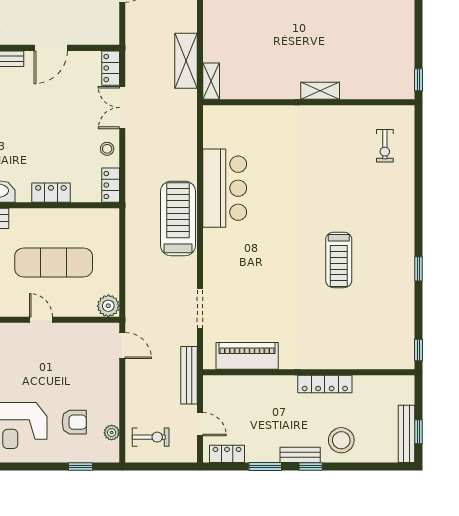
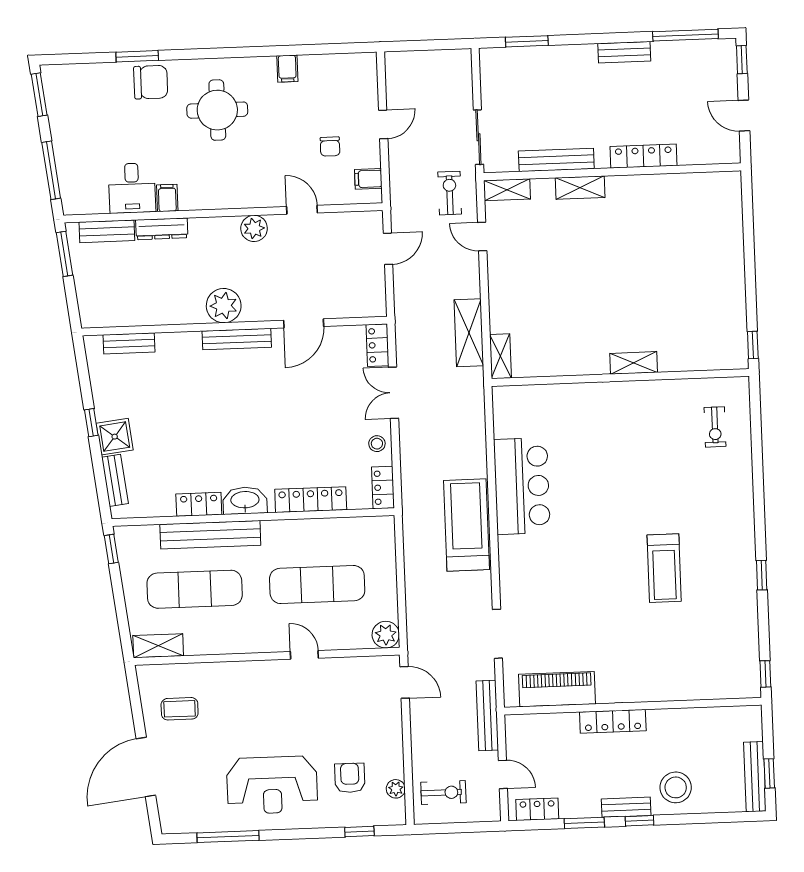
locker: (51, 193) -> (311, 500), width x1.53
locker: (325, 384) -> (613, 721), moved
armchair: (74, 422) -> (350, 778), turned -90

